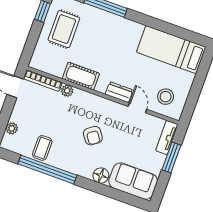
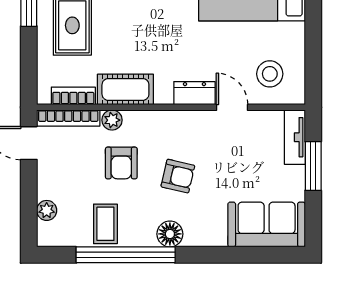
bookcase: (50, 69) -> (73, 96), added
armchair: (64, 117) -> (121, 163), added
armchair: (93, 136) -> (178, 176), turned -41
floor lamp: (101, 176) -> (170, 234), moved

